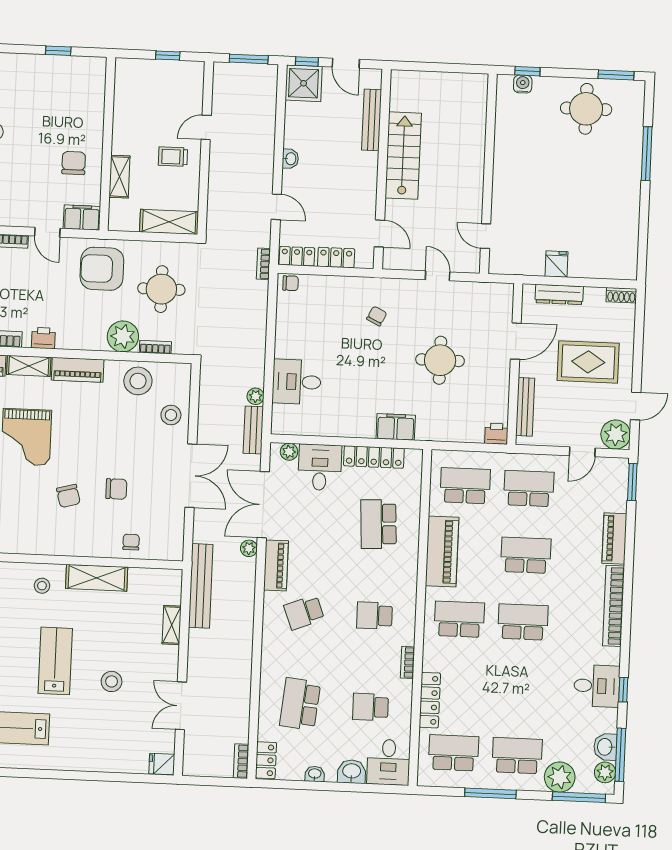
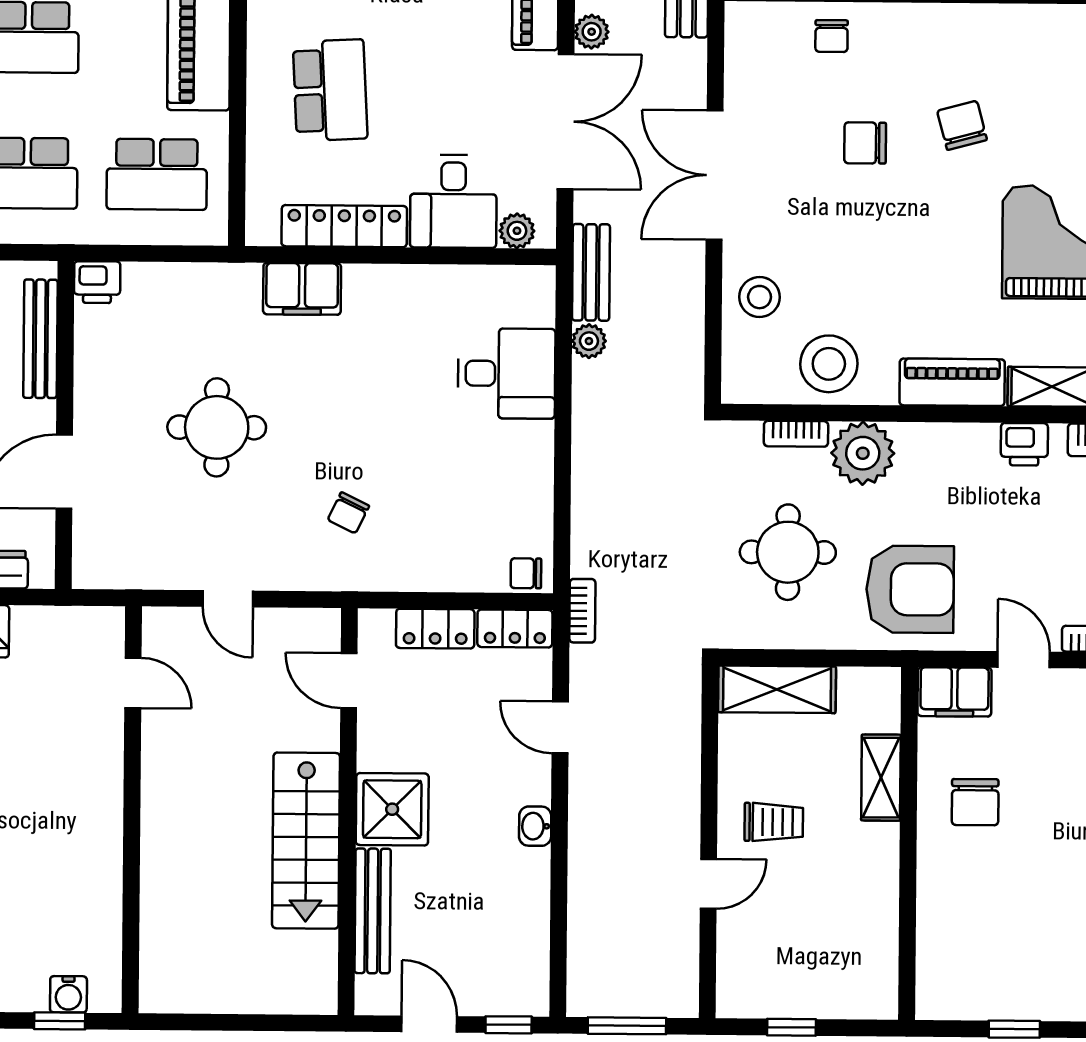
shower: (304, 83) -> (392, 809), moved

